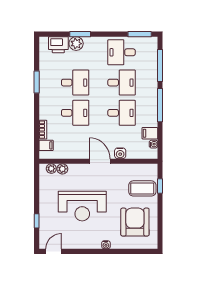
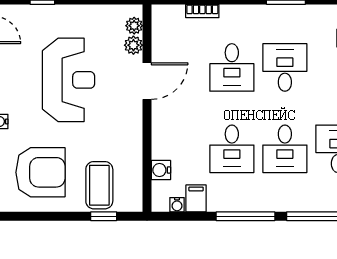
desk: (75, 83) -> (285, 67), turned 180
filing cabinet: (46, 145) -> (175, 17), removed
water cooler: (120, 153) -> (161, 170), moved
door: (100, 161) -> (147, 81), moved
reception desk: (82, 206) -> (69, 80), turned 180

